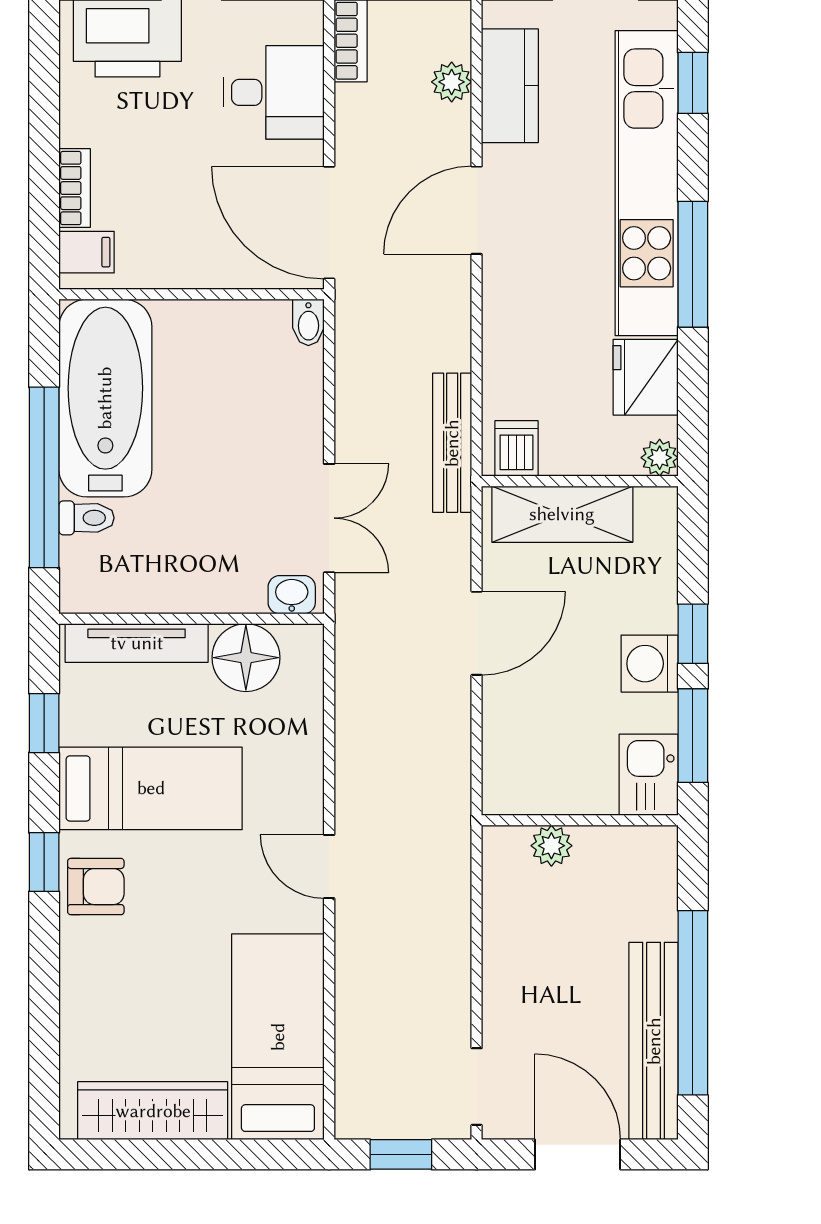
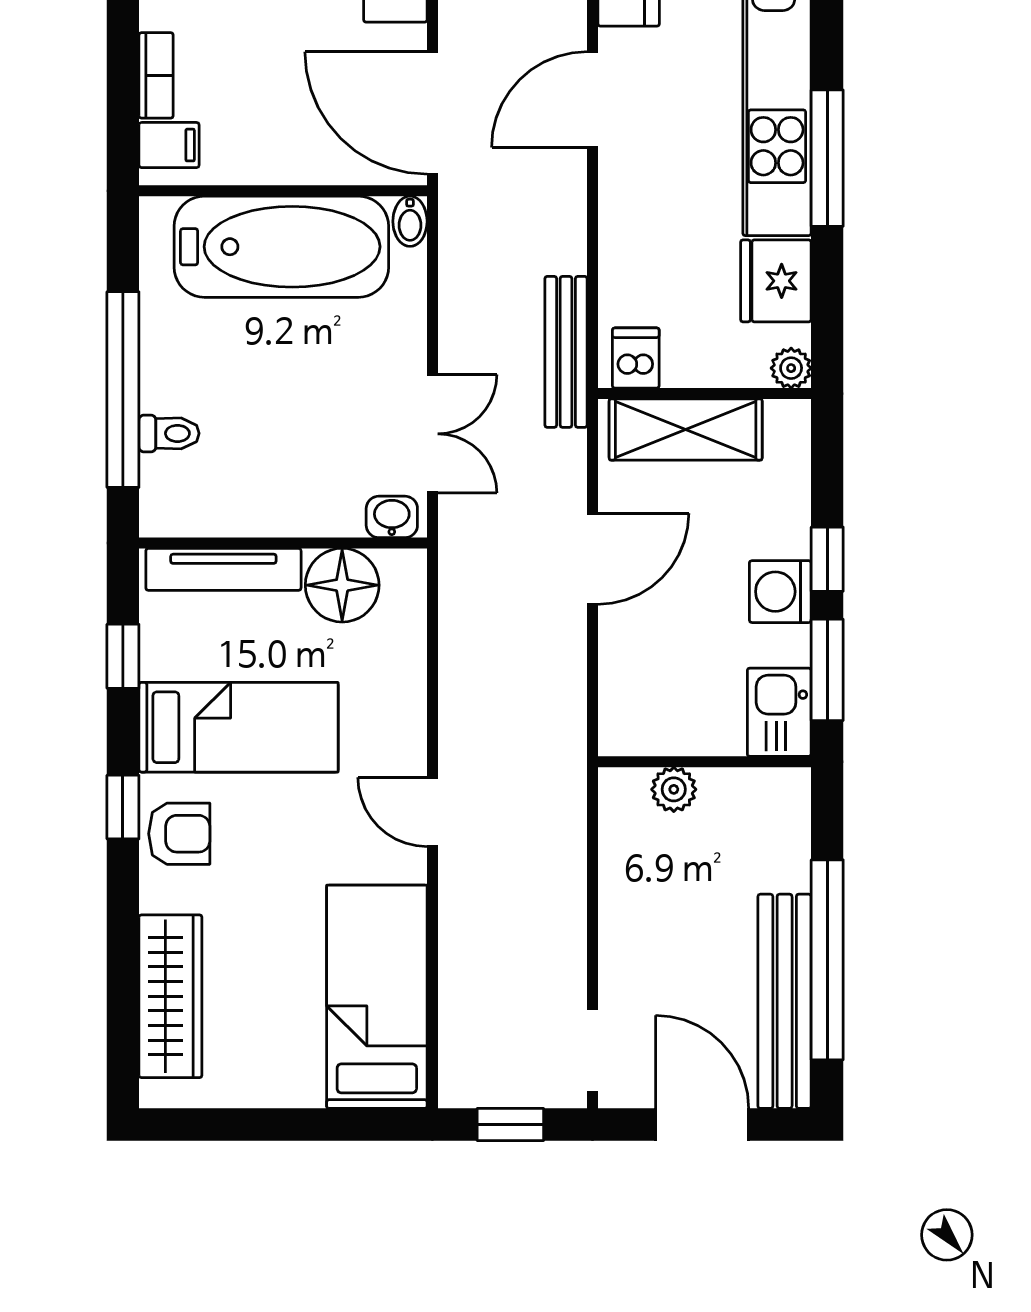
bathtub: (105, 398) -> (281, 247), moved, turned 90
wardrobe: (153, 1111) -> (170, 996), moved, turned 90

